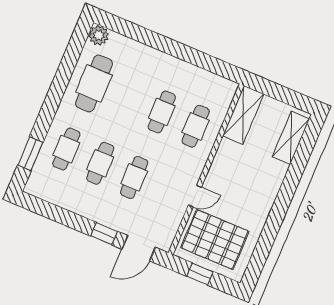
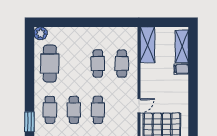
filing cabinet: (277, 169) -> (181, 69), added

